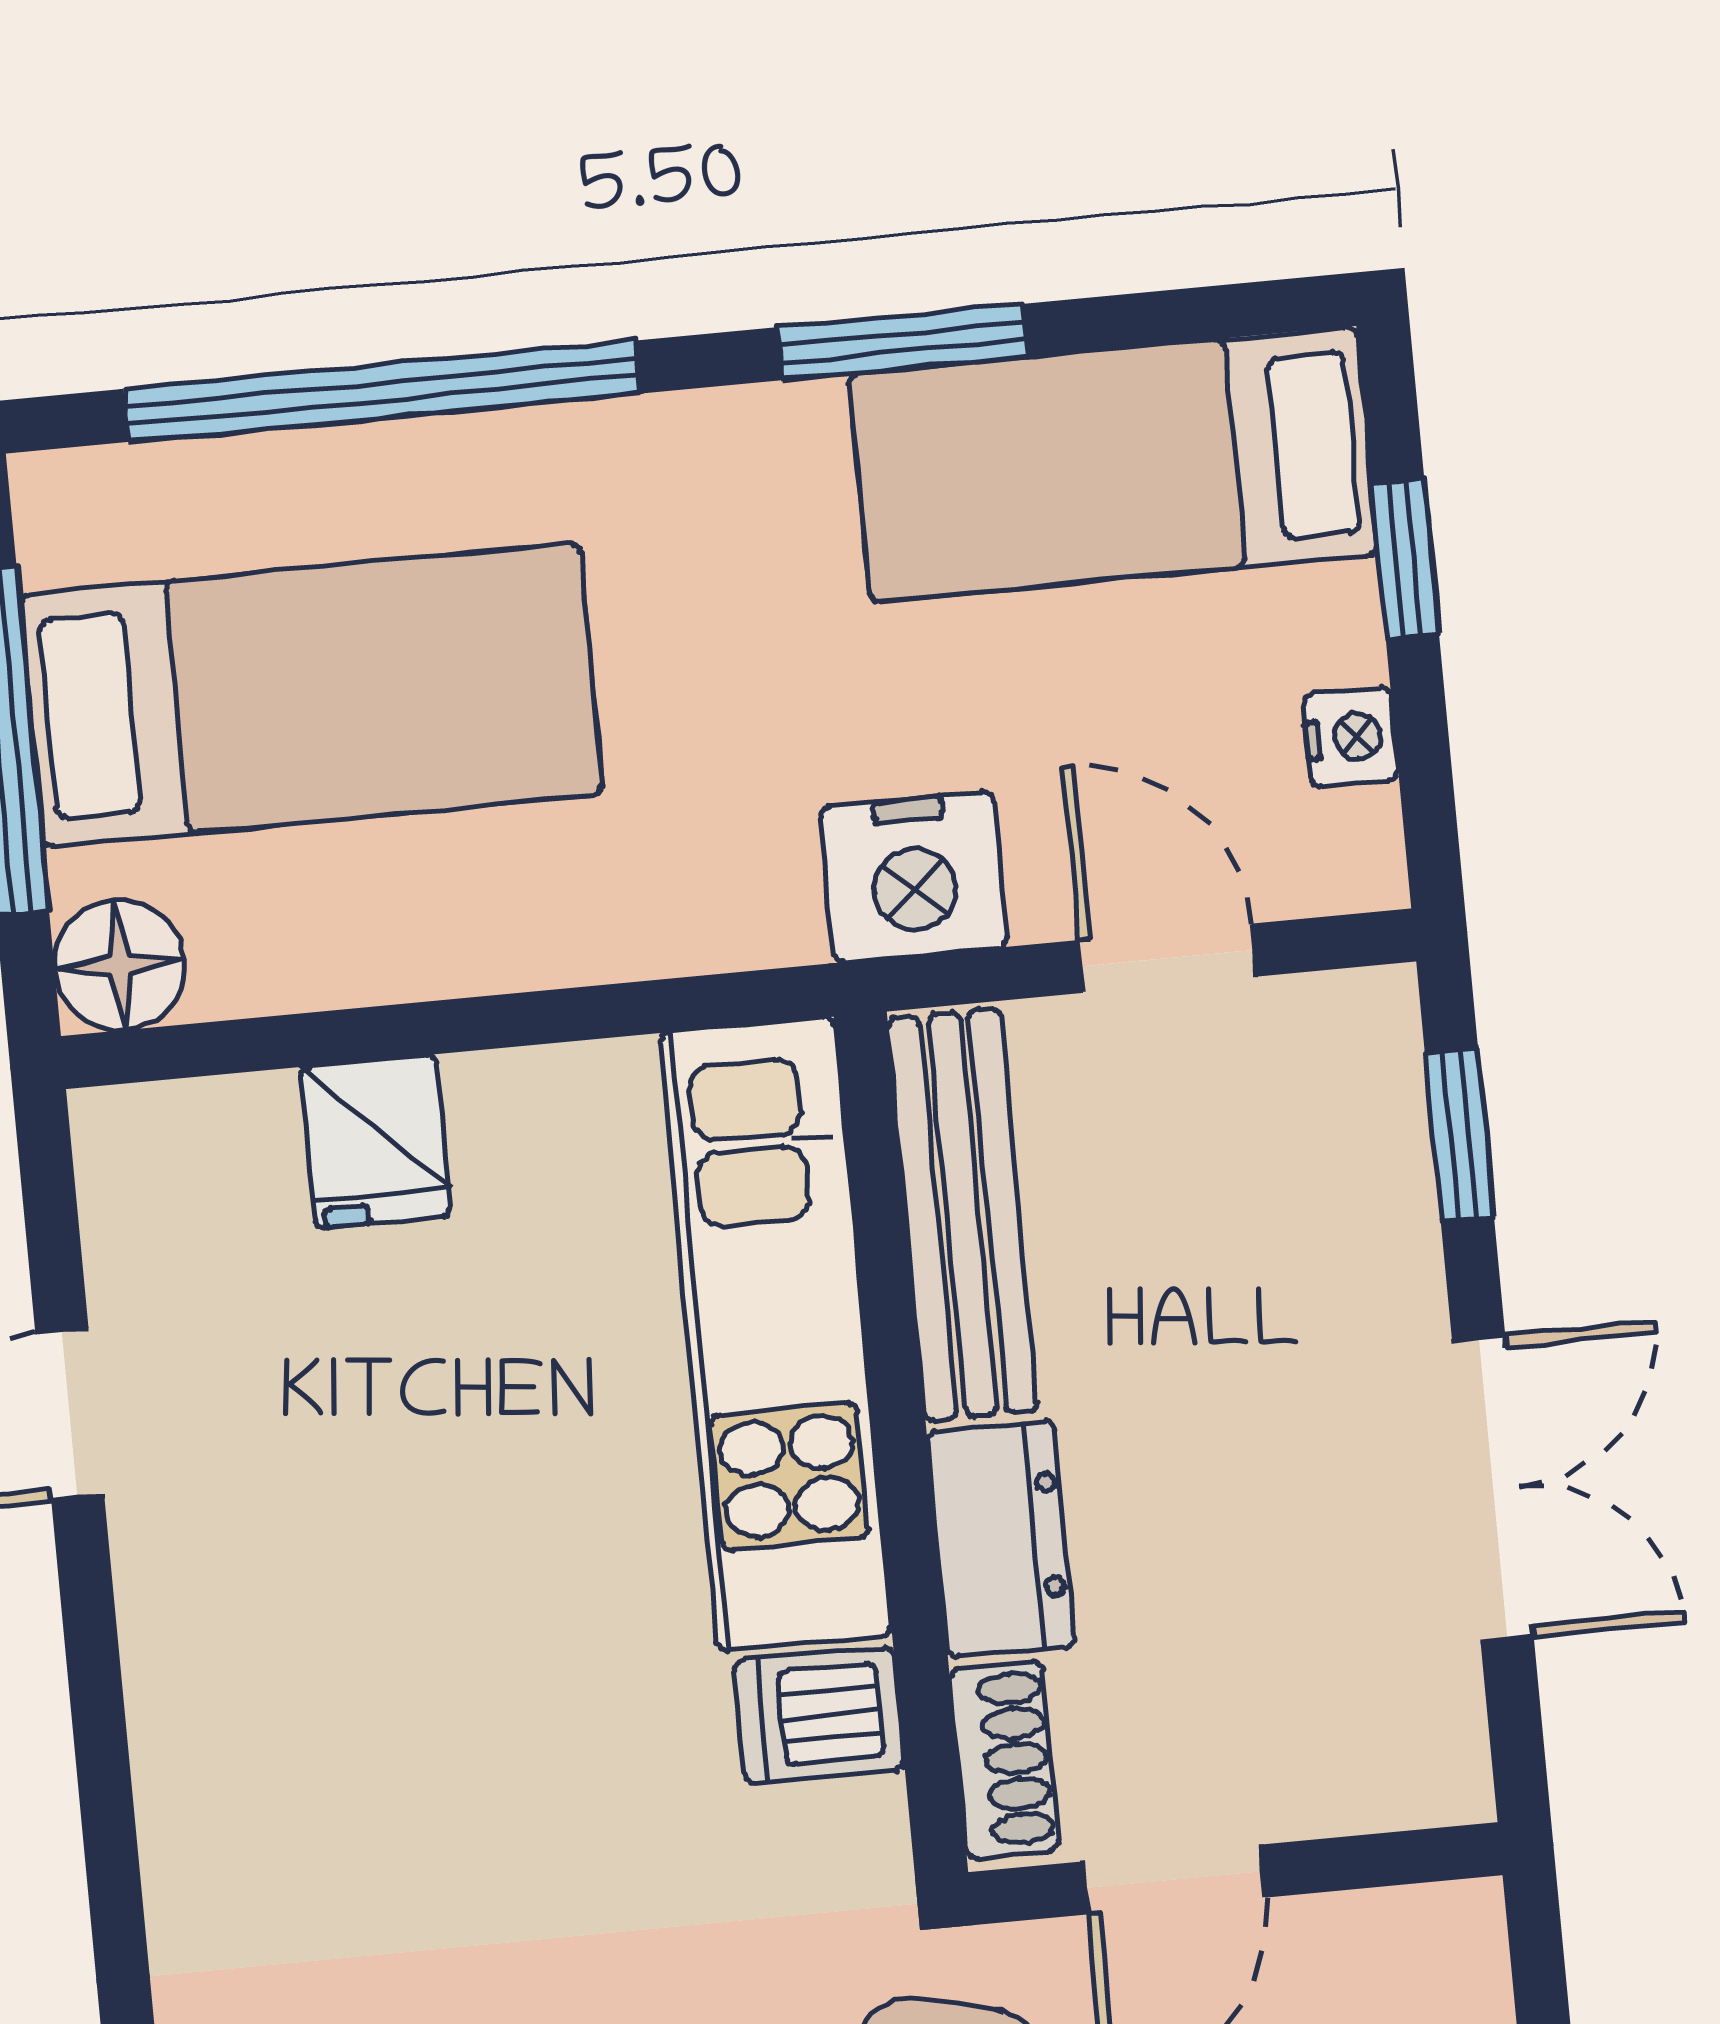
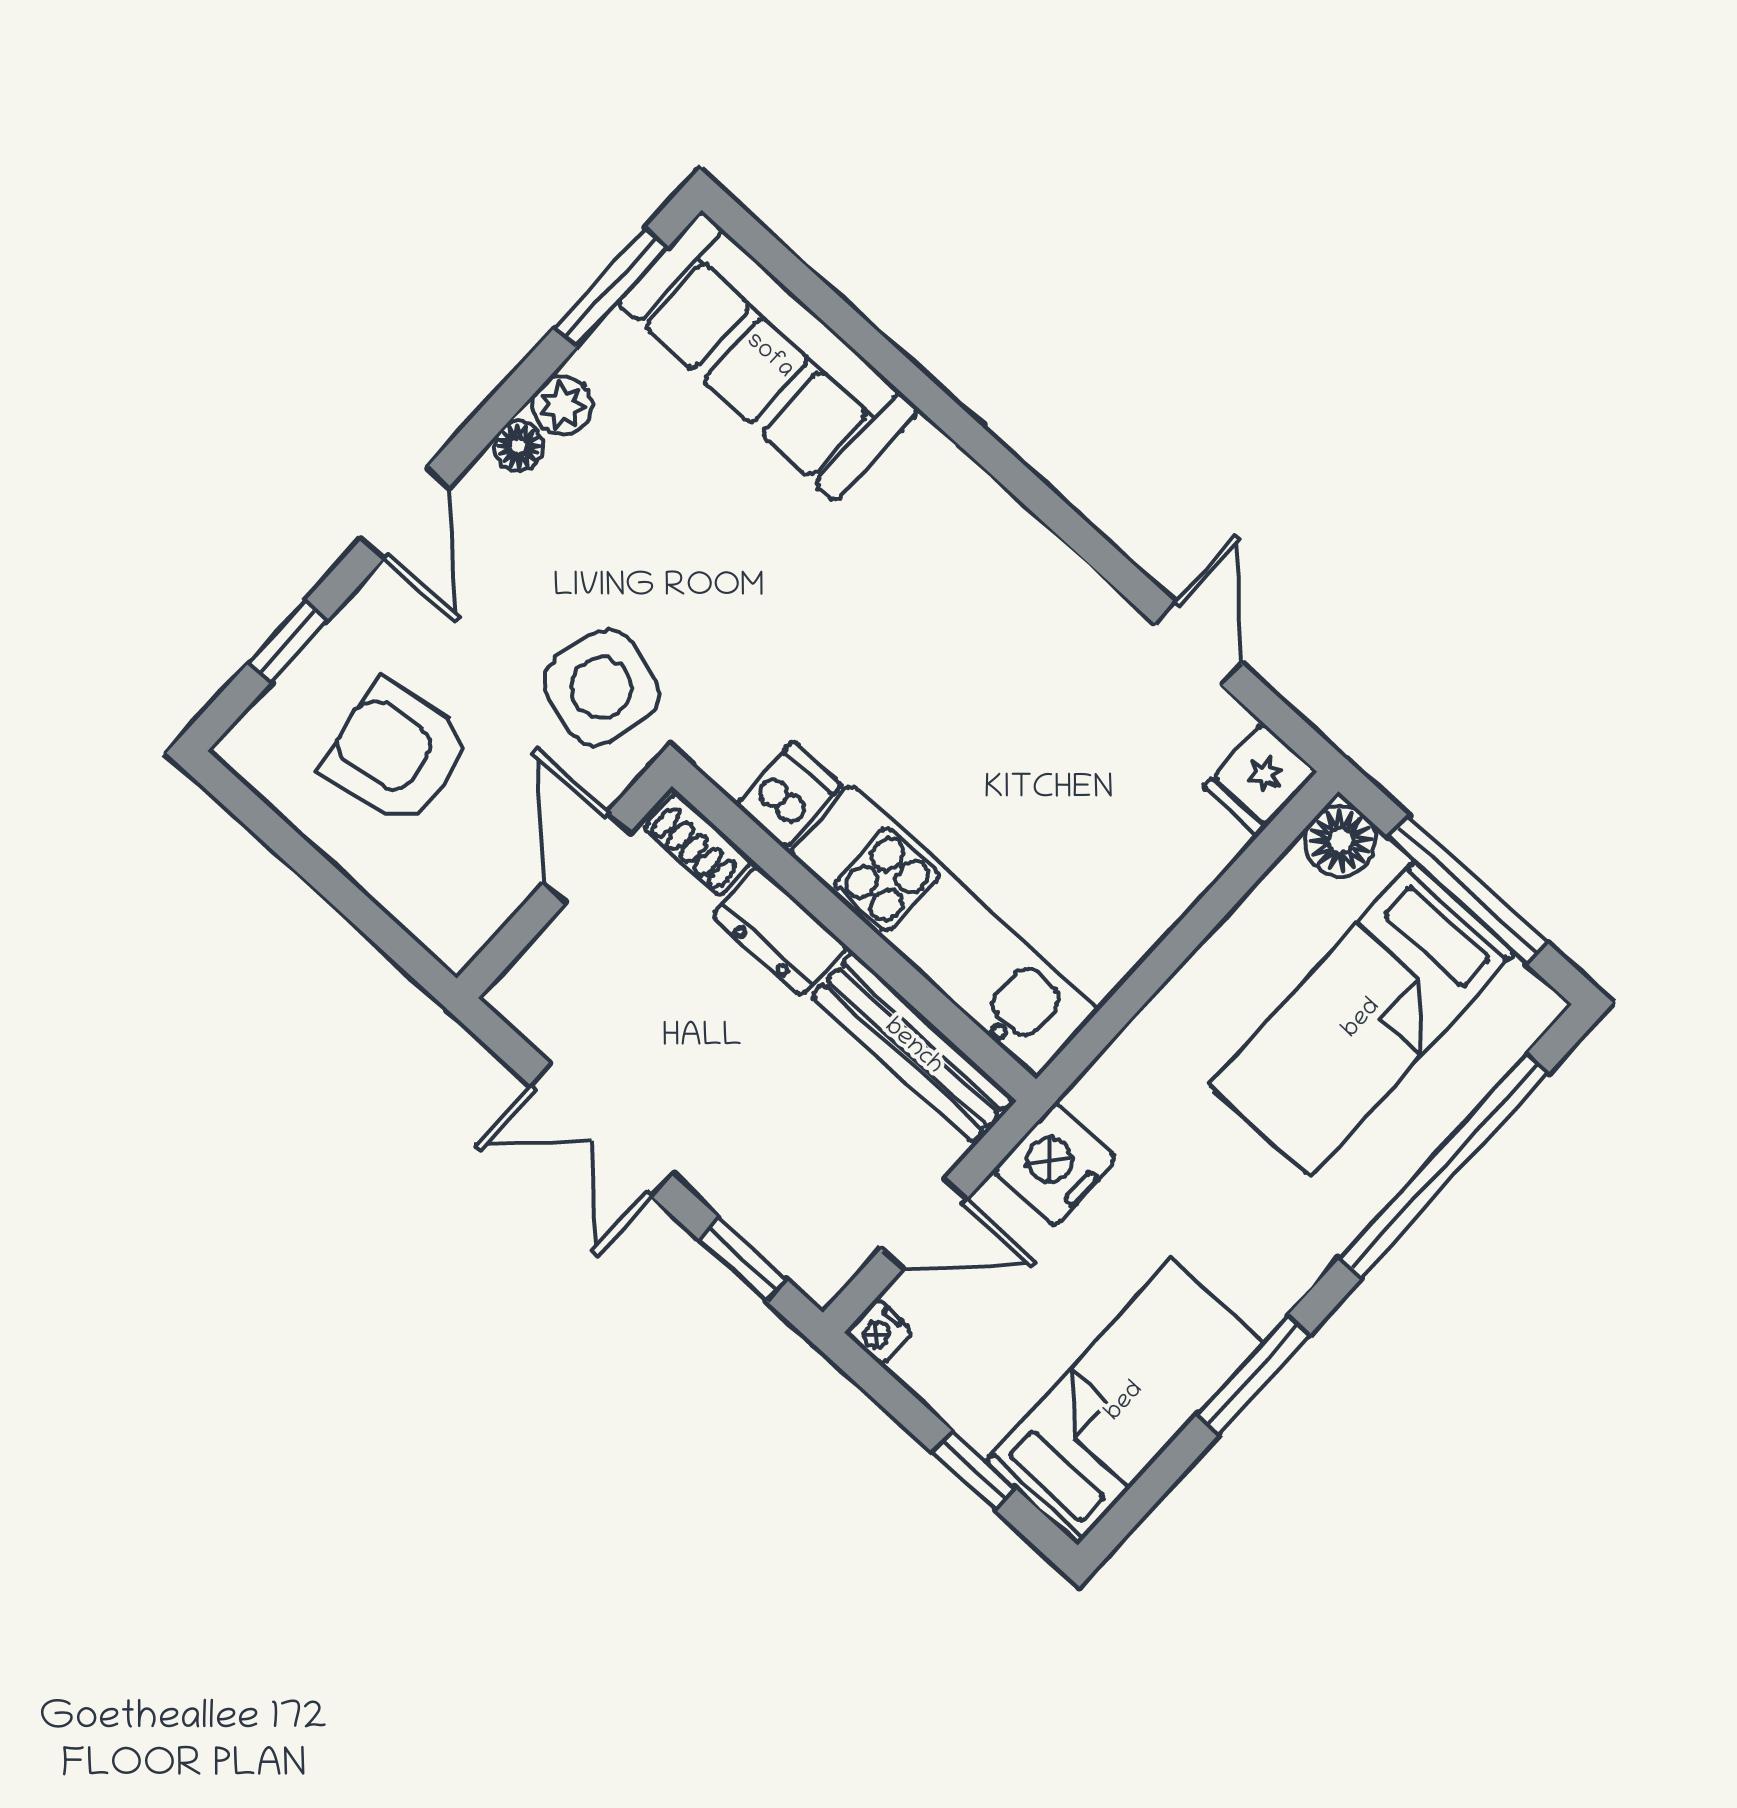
nightstand: (1351, 737) -> (879, 1332), moved
fridge: (376, 1142) -> (1260, 779), moved, turned -90

